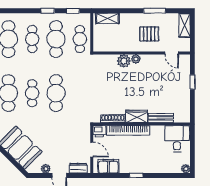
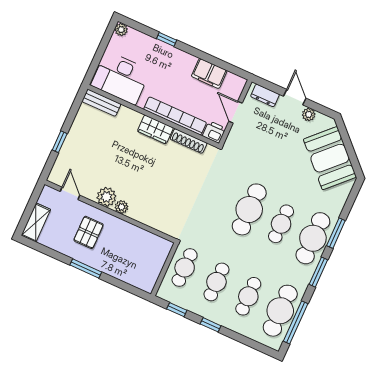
window: (154, 11) -> (86, 269), moved
shelving: (107, 18) -> (135, 278), removed
pallet: (149, 34) -> (89, 232), turned 90
cafe table: (56, 39) -> (216, 282), width x0.73, depth x0.74
plant: (124, 61) -> (106, 197), moved
bench: (161, 118) -> (101, 103), moved
desk: (177, 139) -> (121, 78), width x1.37
filing cabinet: (108, 166) -> (209, 73), moved
window: (136, 175) -> (167, 39), moved

